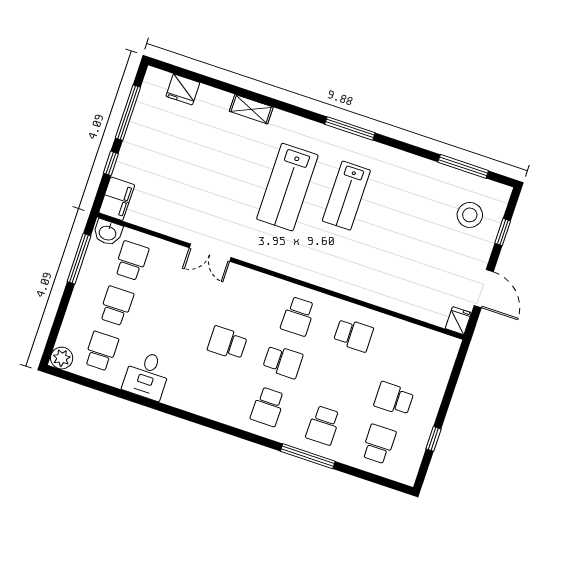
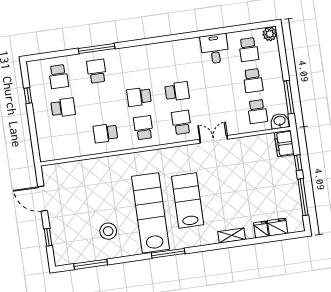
lab bench: (346, 196) -> (151, 213), width x1.86, depth x1.39
stool: (470, 215) -> (108, 231), moved
fridge: (458, 321) -> (261, 229), moved, turned 180
school desk: (268, 407) -> (181, 122), moved

